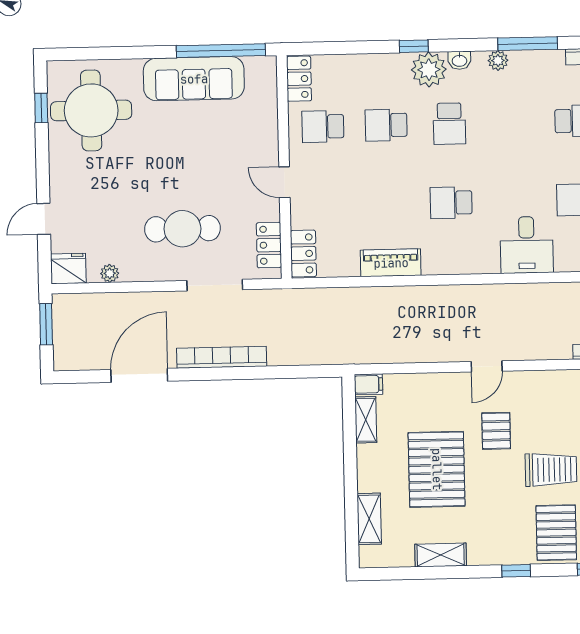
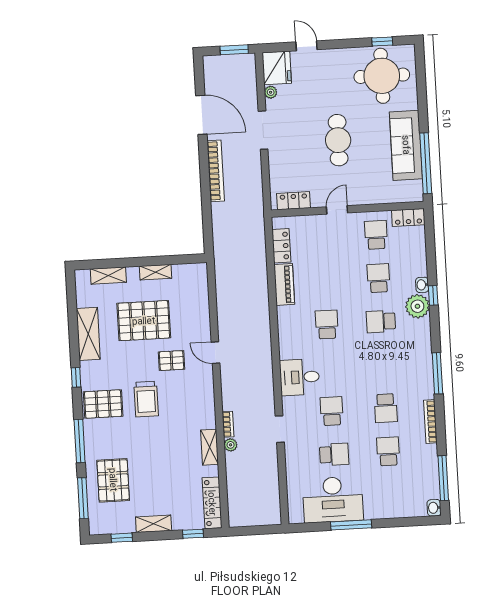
washbasin: (459, 60) -> (422, 285), moved
plant: (498, 60) -> (425, 353), removed
cafe table: (182, 229) -> (338, 140), moved
locker: (303, 254) -> (281, 246), moved, turned -90
fridge: (68, 268) -> (277, 68), width x1.36, depth x1.34
doorway: (215, 285) -> (263, 130), moved
filing cabinet: (369, 384) -> (200, 272), removed
shelving: (366, 420) -> (155, 272), moved
shelving: (441, 555) -> (88, 334), width x1.50, depth x1.33

